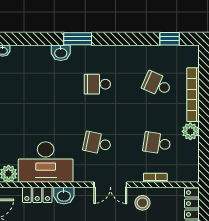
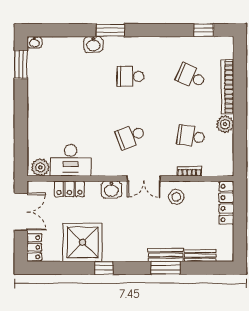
school desk: (97, 143) -> (130, 136), turned -33
desk: (46, 162) -> (71, 160), width x0.73, depth x0.77
washbasin: (64, 196) -> (111, 189), moved

